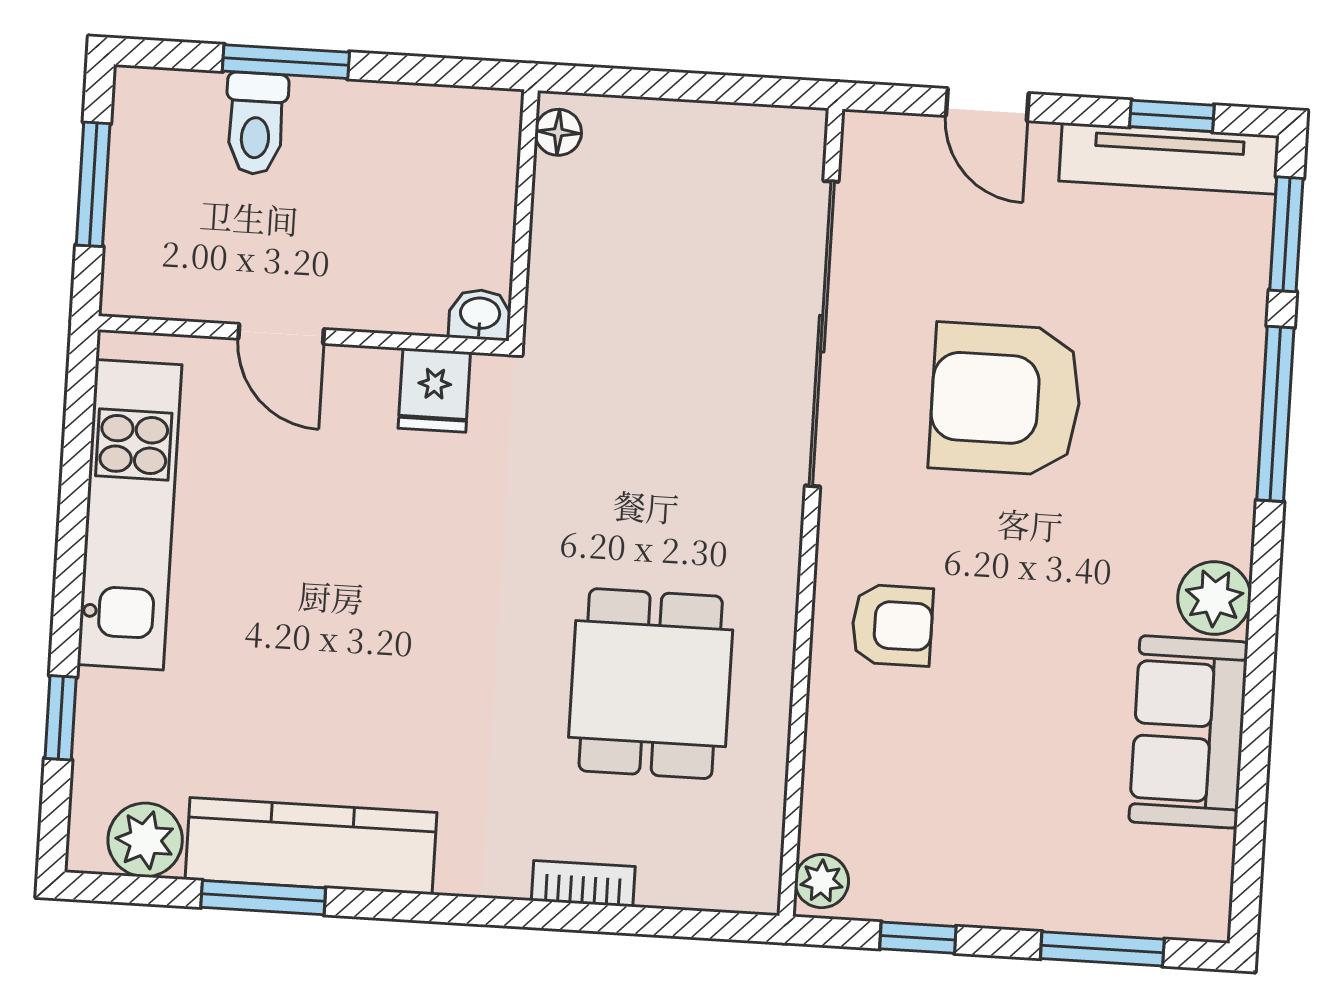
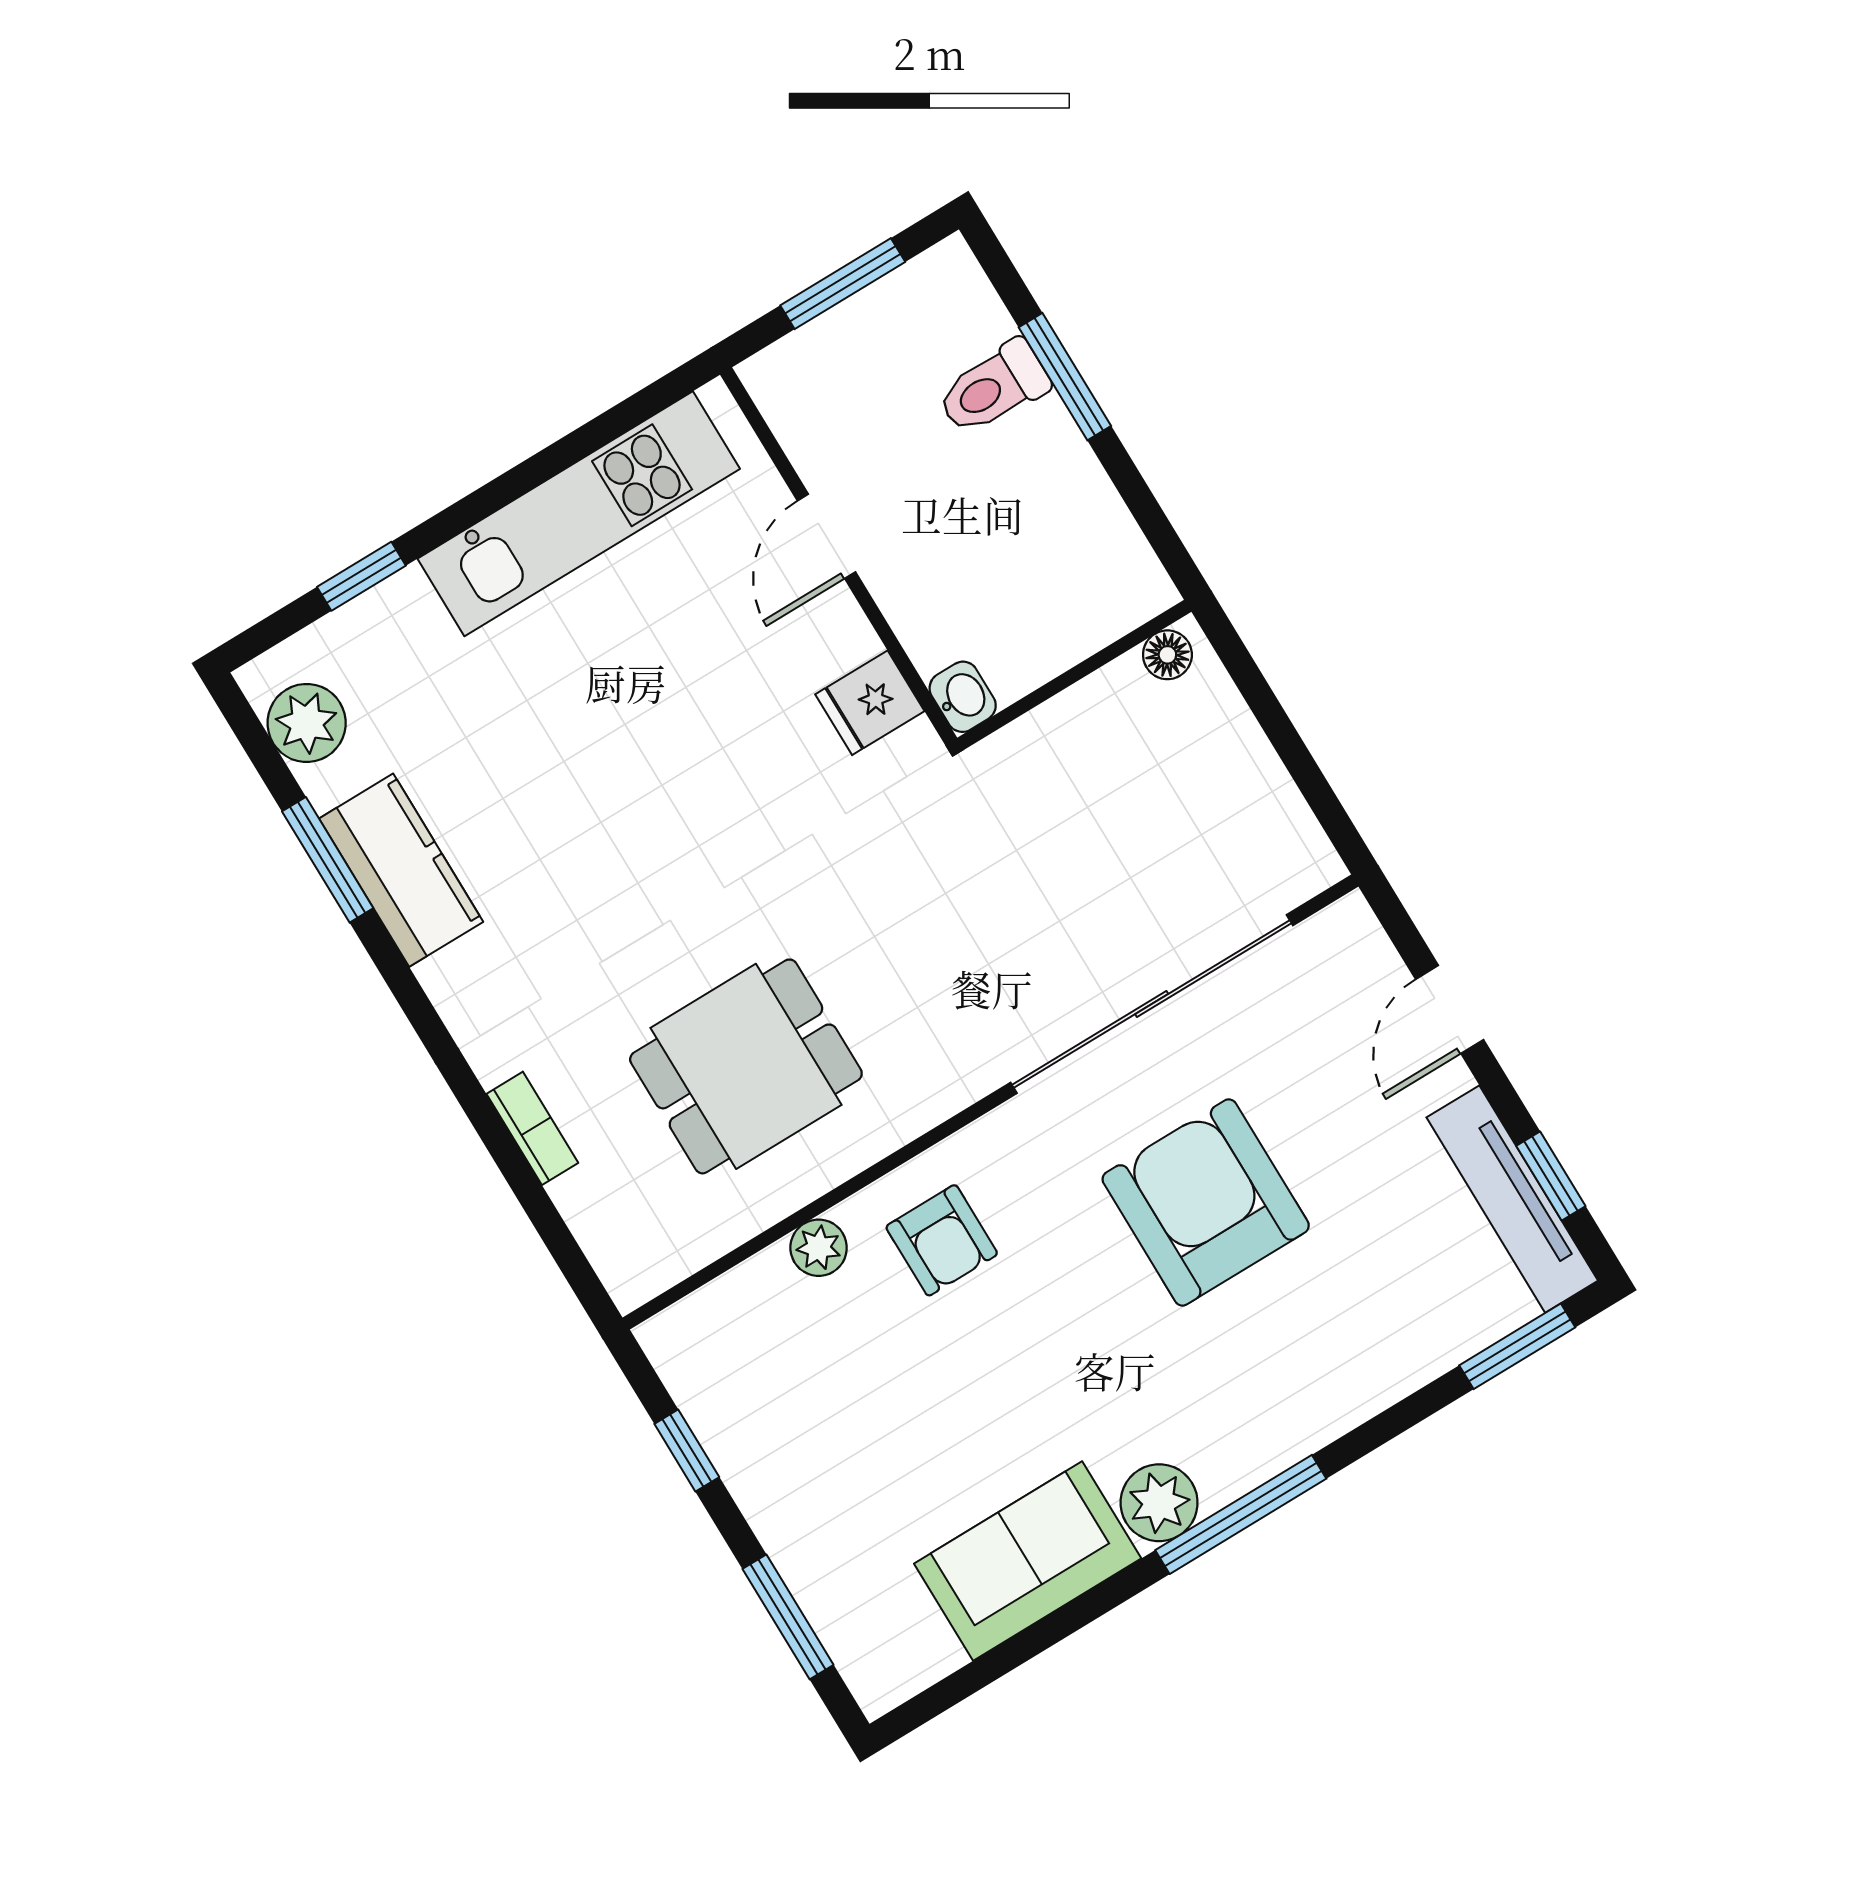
window: (1275, 414) -> (1241, 1514), moved
kitchen counter: (311, 846) -> (401, 870), width x0.67
plant: (822, 881) -> (819, 1248), moved

